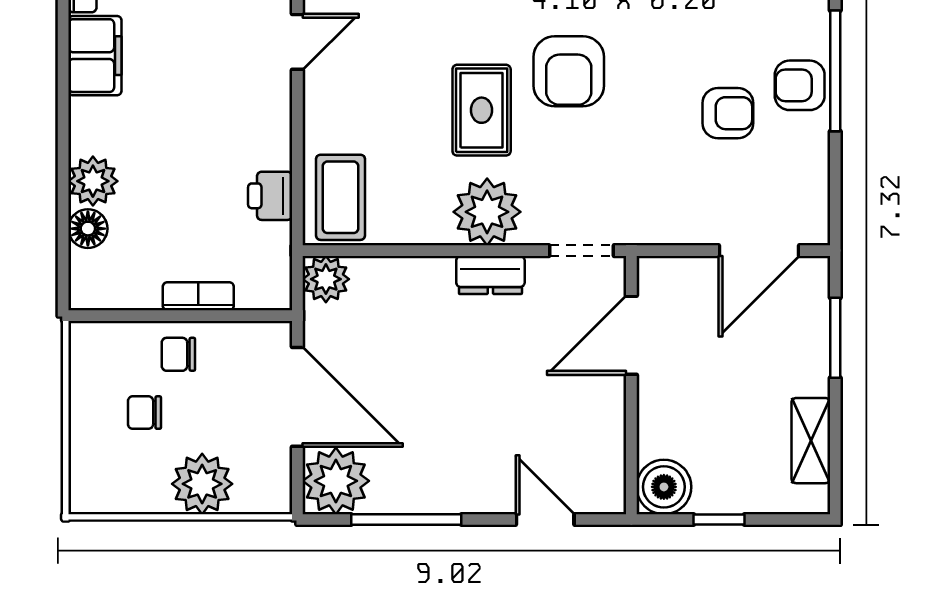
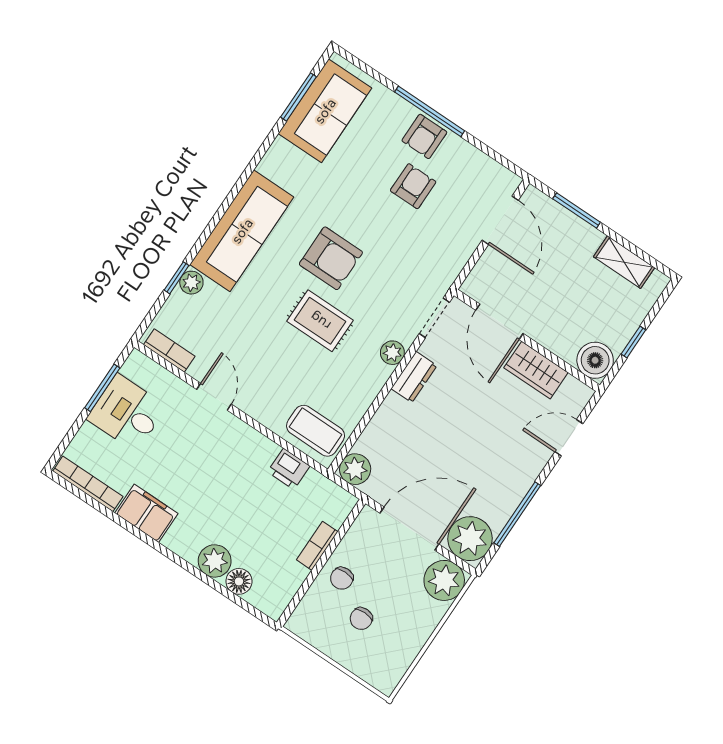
plant: (487, 212) -> (392, 353), width x0.53, depth x0.53
wardrobe: (602, 421) -> (536, 370), added
plant: (202, 484) -> (444, 580), moved

